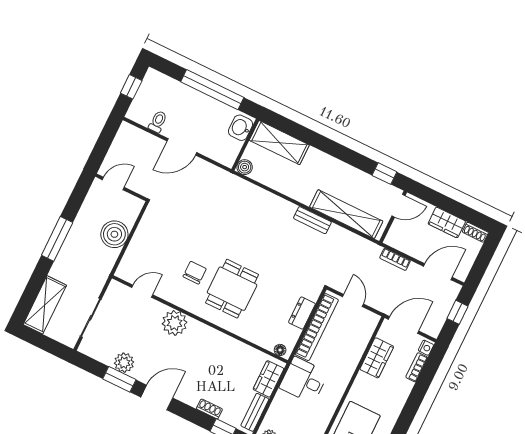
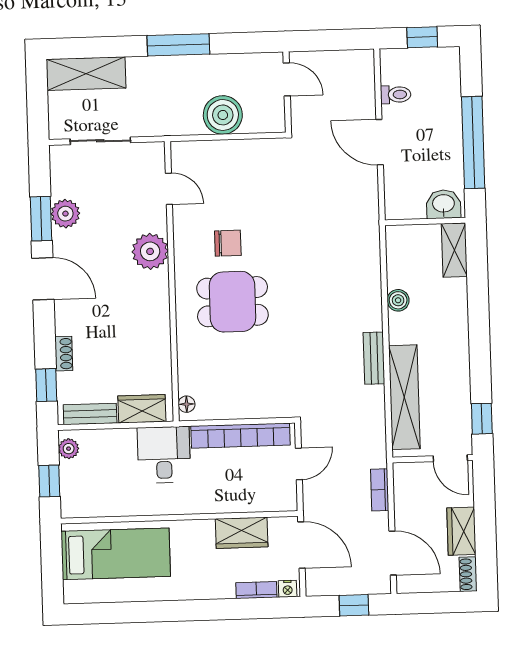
shelving: (279, 143) -> (454, 250), width x0.67, depth x0.75
boiler: (245, 167) -> (398, 300), moved
dresser: (302, 313) -> (248, 407), removed

